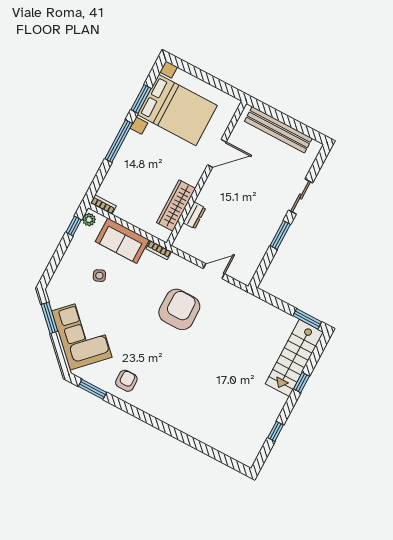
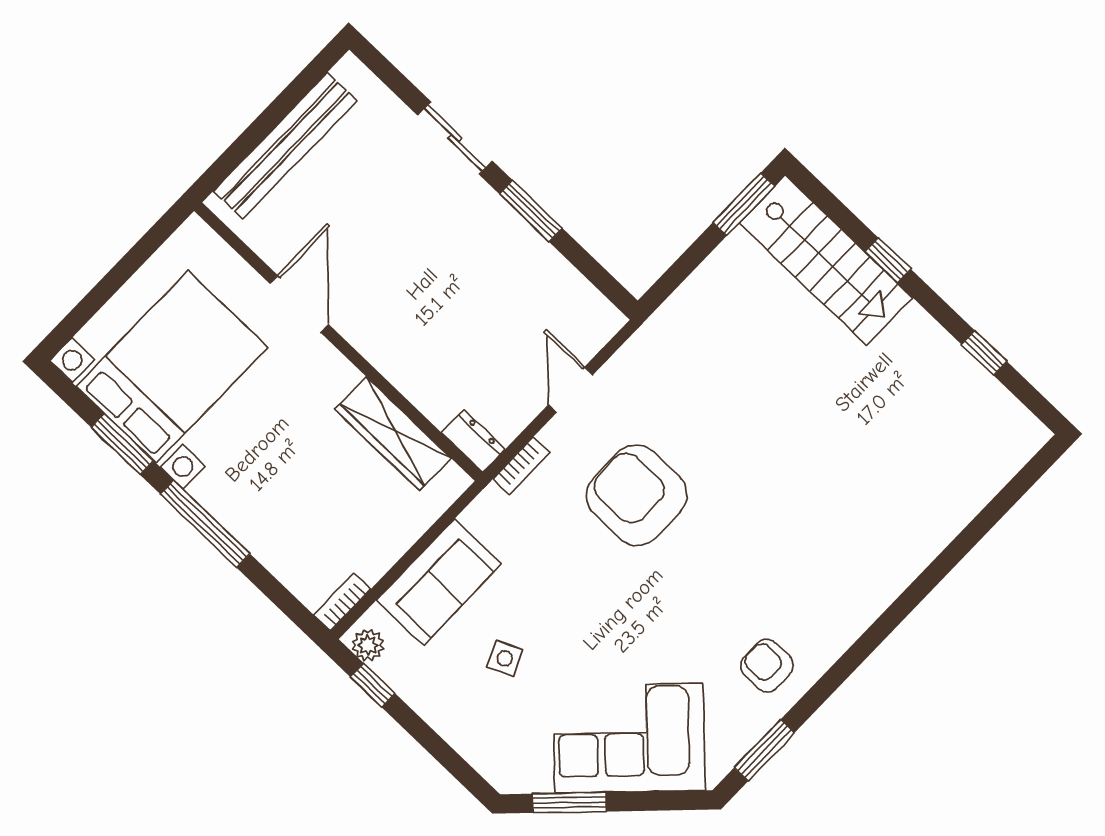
dresser: (194, 215) -> (473, 441), moved
bookcase: (159, 250) -> (521, 466), moved

